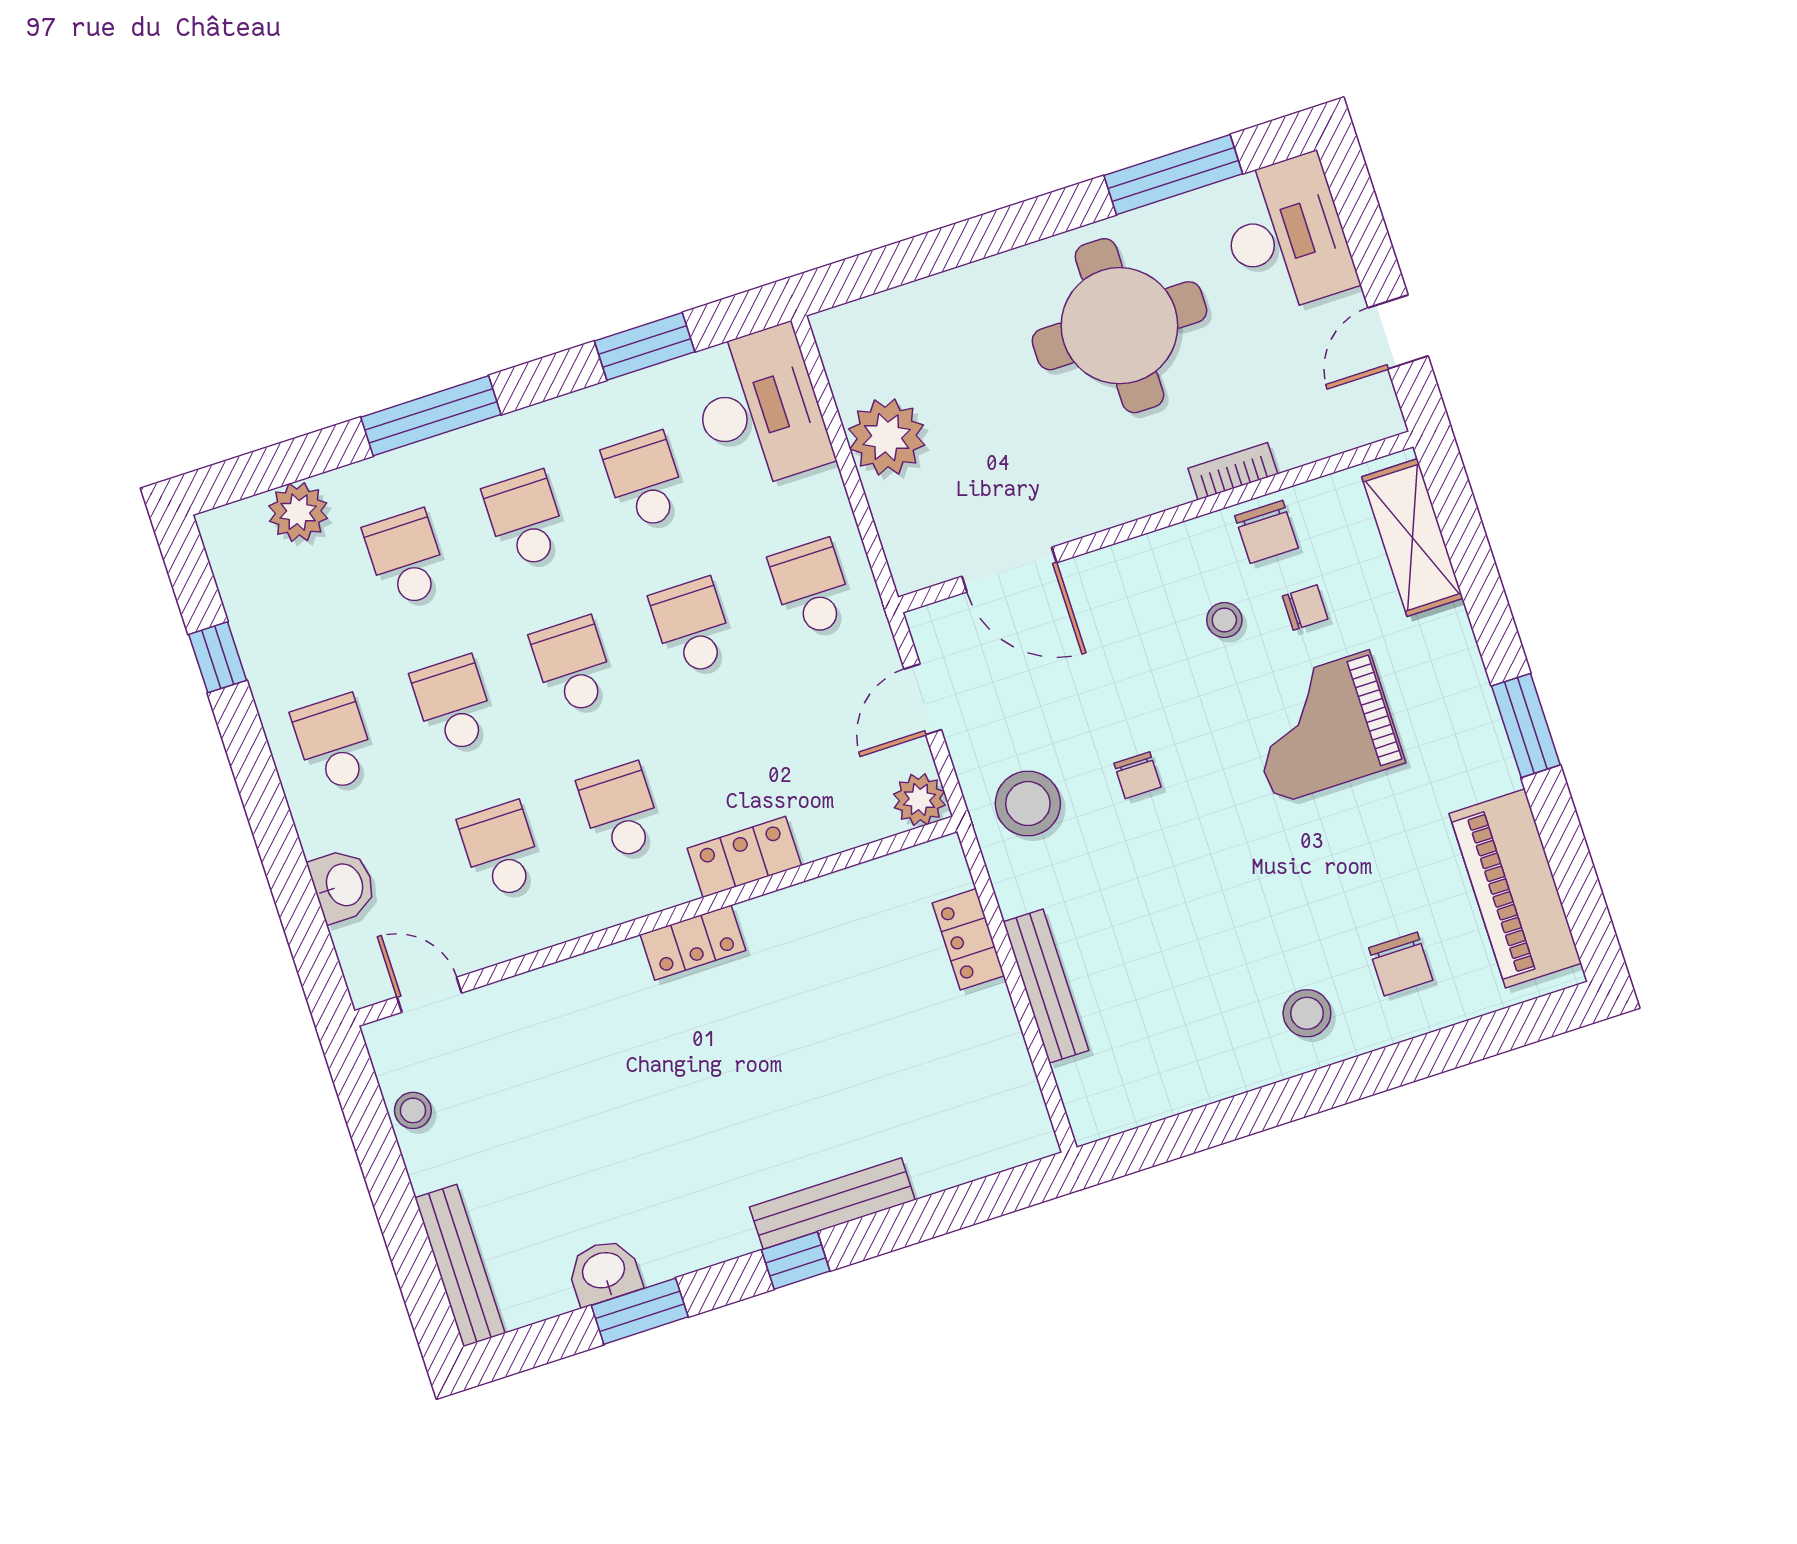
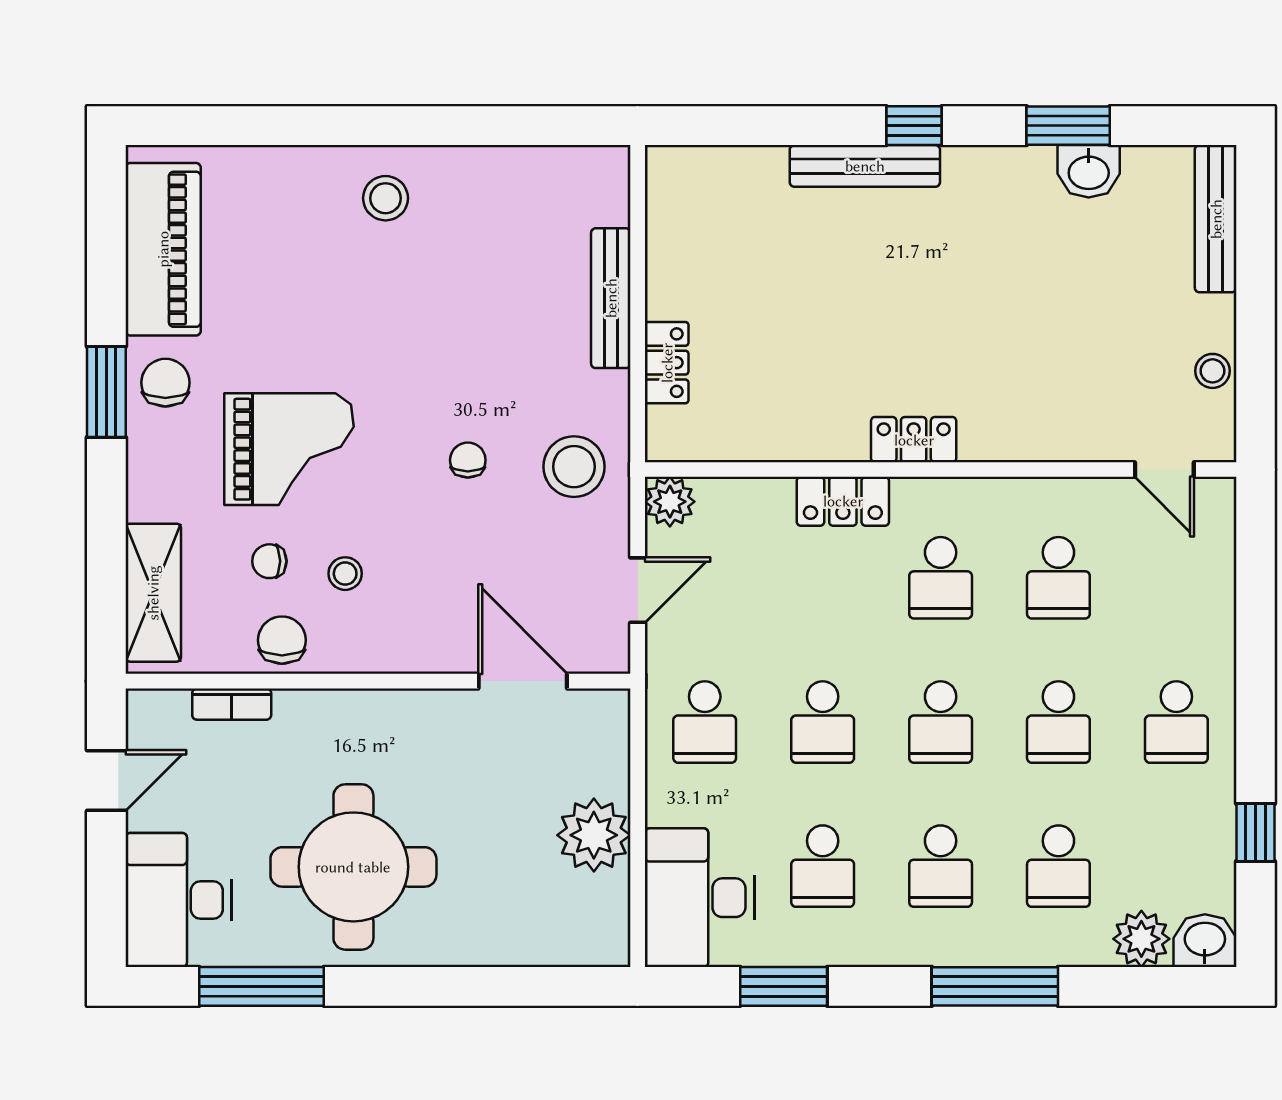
bookcase: (1233, 471) -> (232, 704), moved
washbasin: (343, 885) -> (1205, 941), moved, turned 90
chair: (1401, 964) -> (165, 383), moved

